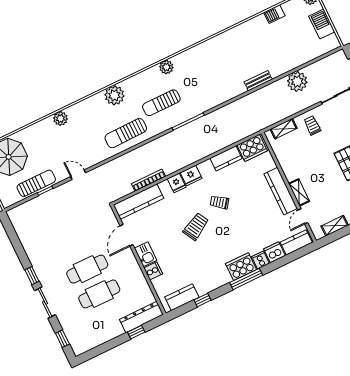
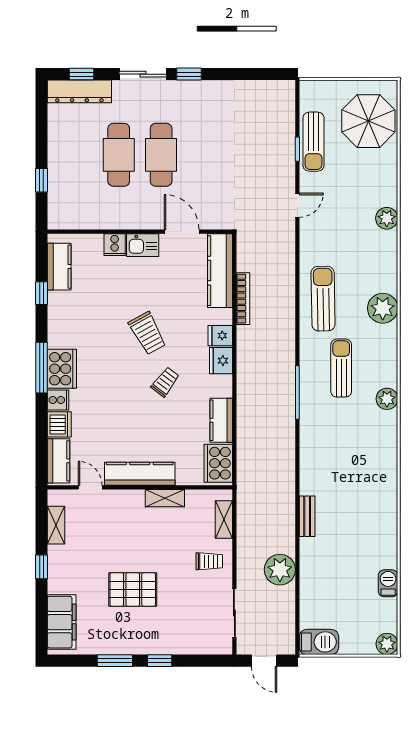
barbecue: (322, 24) -> (319, 642), moved
shelving: (299, 192) -> (165, 498), moved
dresser: (141, 317) -> (79, 91), moved, turned 90

